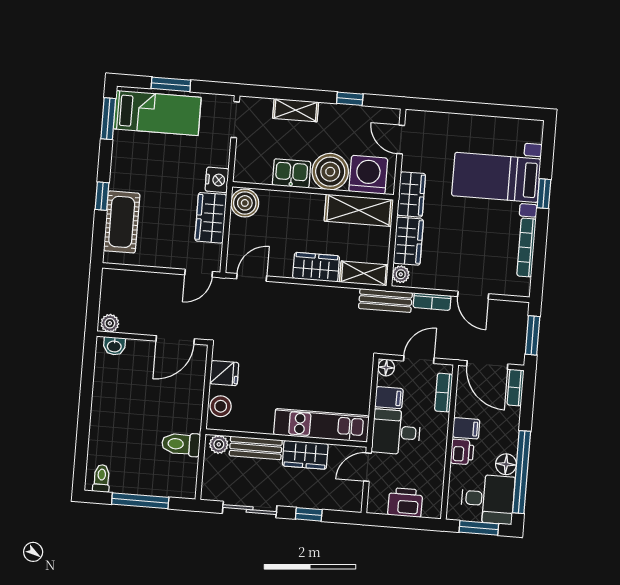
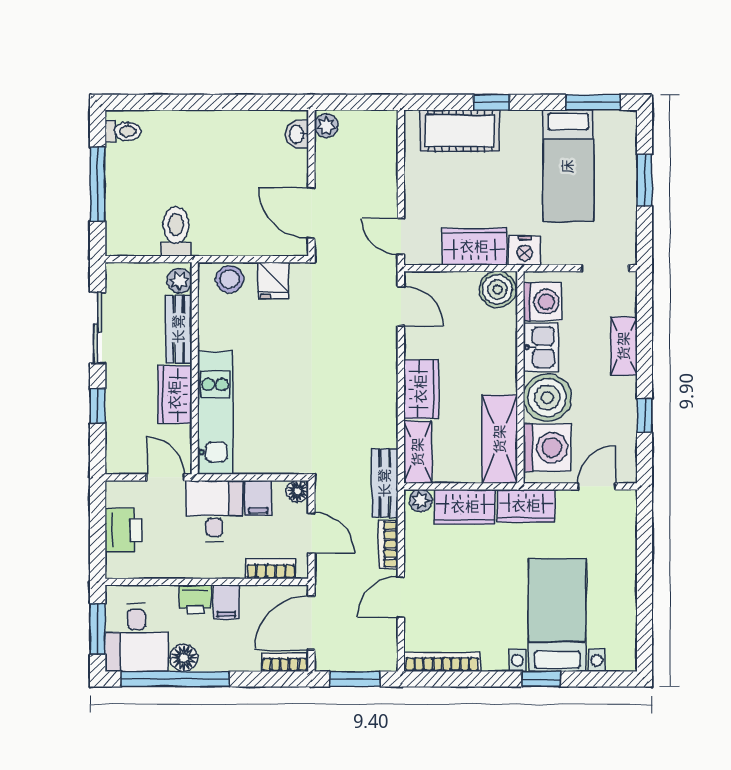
bed: (157, 113) -> (568, 166), moved
washing machine: (257, 169) -> (543, 302), added
bookcase: (526, 247) -> (442, 662), moved

